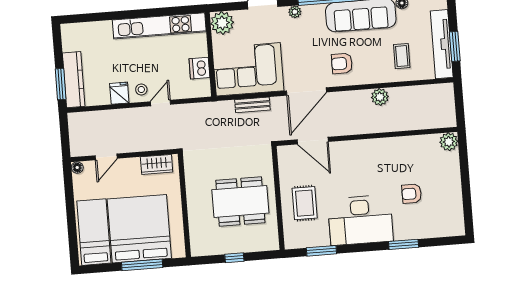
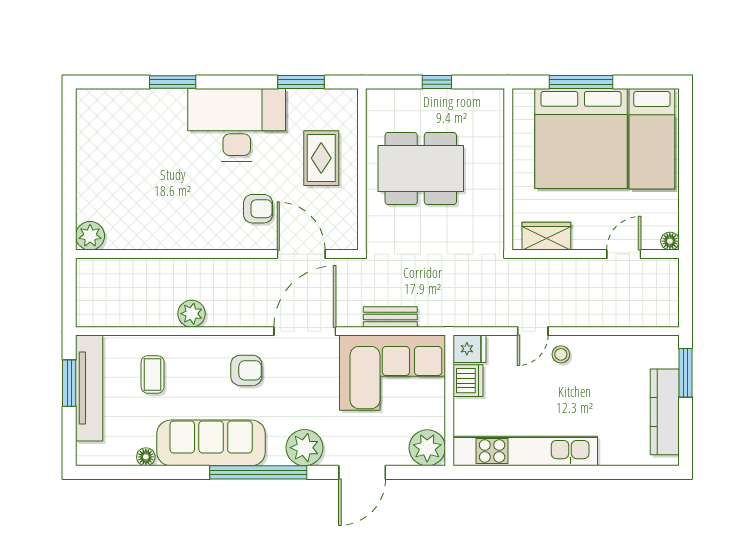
plant: (295, 12) -> (305, 448), width x1.88, depth x1.88
kitchen counter: (74, 80) -> (665, 412), moved
fridge: (119, 93) -> (469, 349), moved, turned -90
armchair: (412, 194) -> (258, 209), moved

